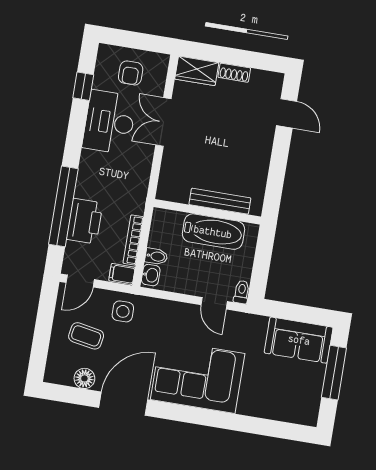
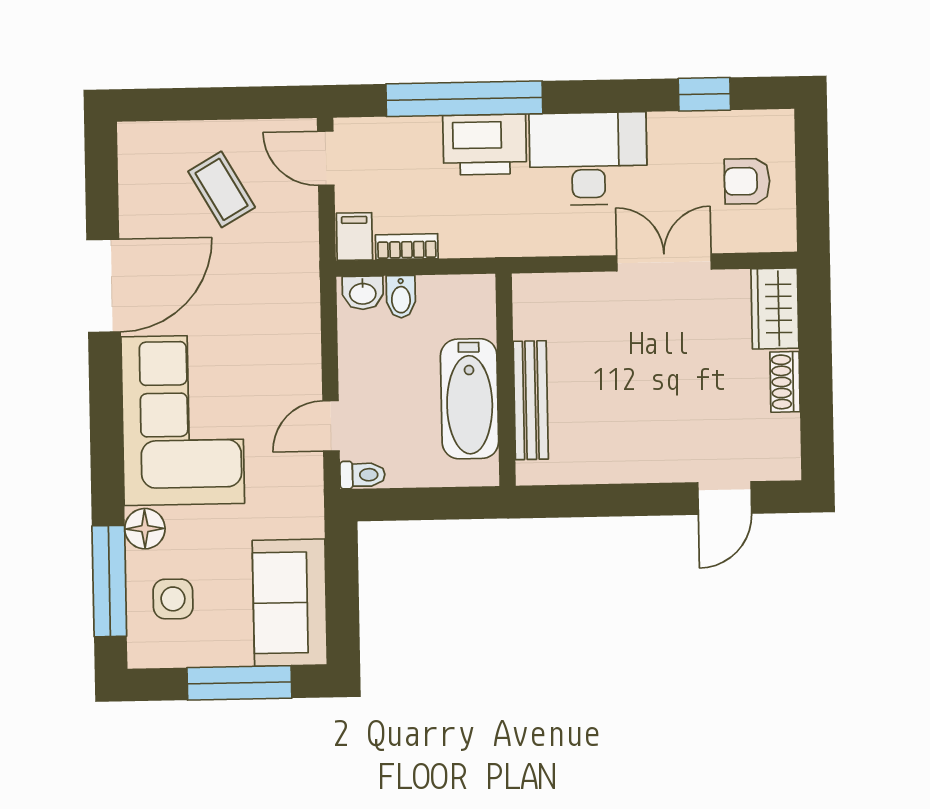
desk: (109, 122) -> (588, 159), moved
printer: (85, 221) -> (485, 145), moved
bookcase: (133, 240) -> (407, 247), width x0.64
side table: (123, 311) -> (173, 599), moved
coffee table: (86, 336) -> (222, 189), turned -40
floor lamp: (84, 378) -> (145, 529), moved
door: (123, 404) -> (104, 286), hinge flipped
window: (271, 428) -> (109, 581), added

